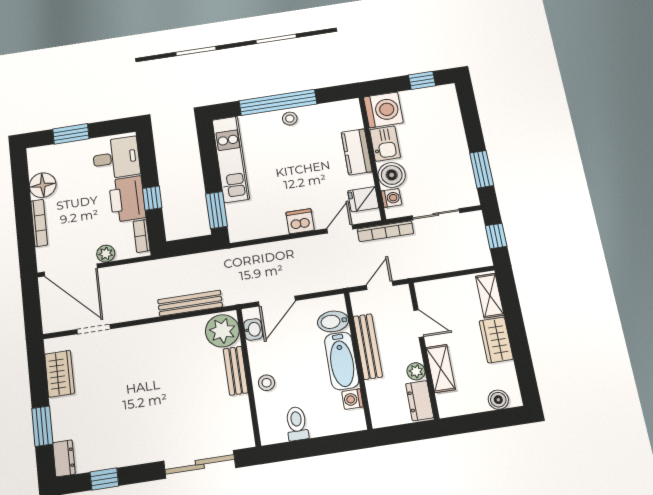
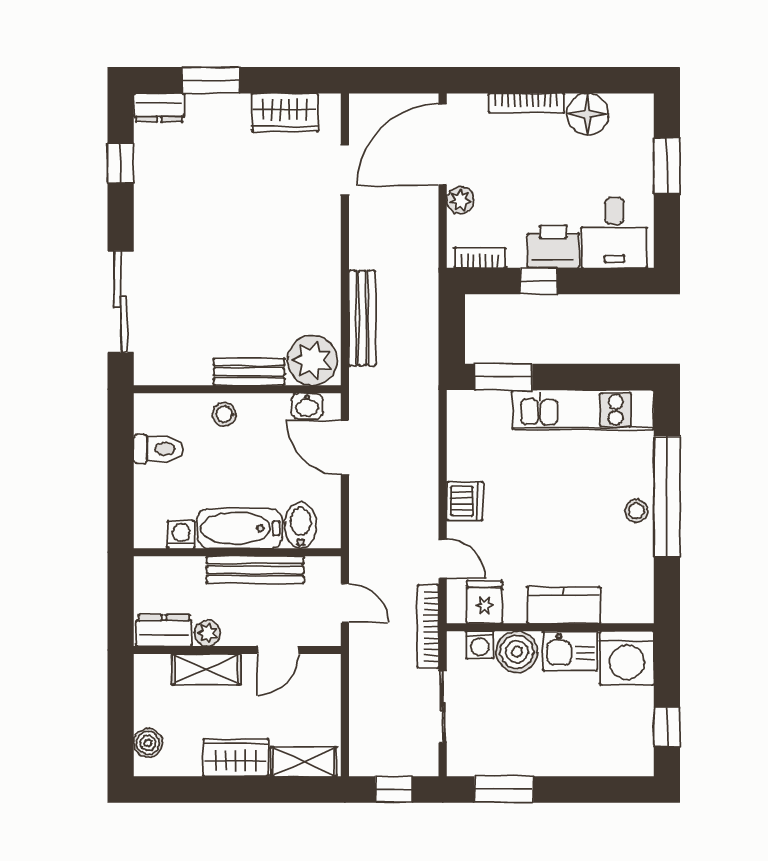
printer: (127, 199) -> (553, 247), width x0.73, depth x0.84

